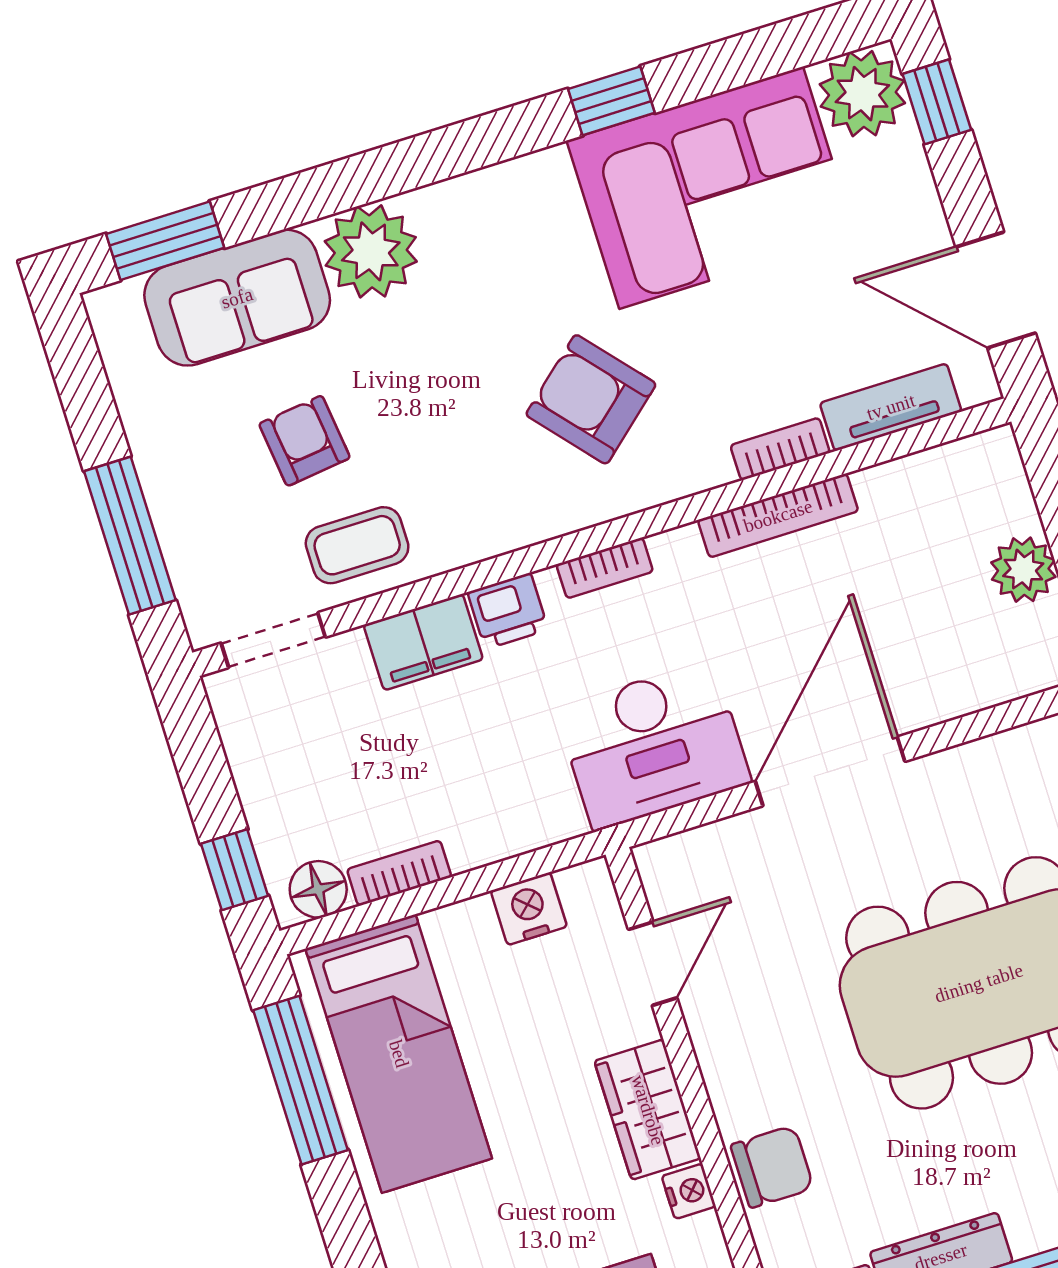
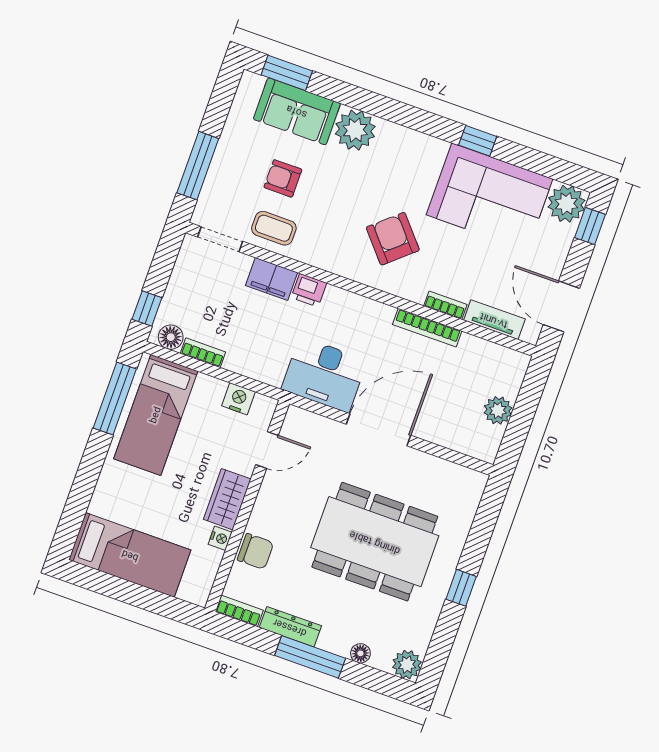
armchair: (305, 441) -> (283, 178), turned -83
bookcase: (605, 568) -> (354, 301), removed

